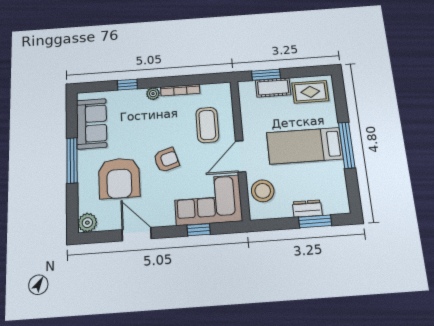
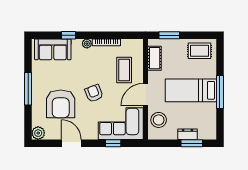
cot: (273, 87) -> (155, 58), moved, turned 90
sofa: (92, 124) -> (53, 49), moved, turned 90
armchair: (166, 160) -> (94, 93), turned -94

